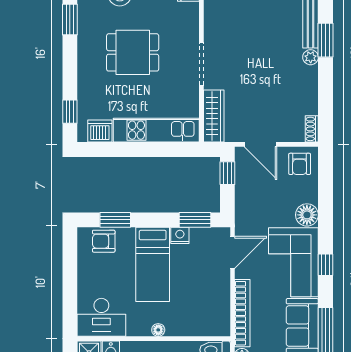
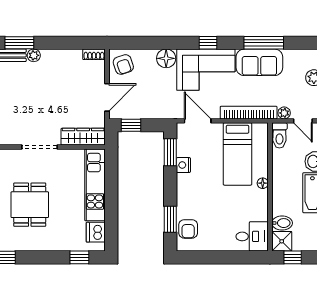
armchair: (300, 164) -> (123, 65), turned 71
bed: (153, 264) -> (238, 154), moved, turned 90
desk: (101, 317) -> (252, 236), width x0.73

